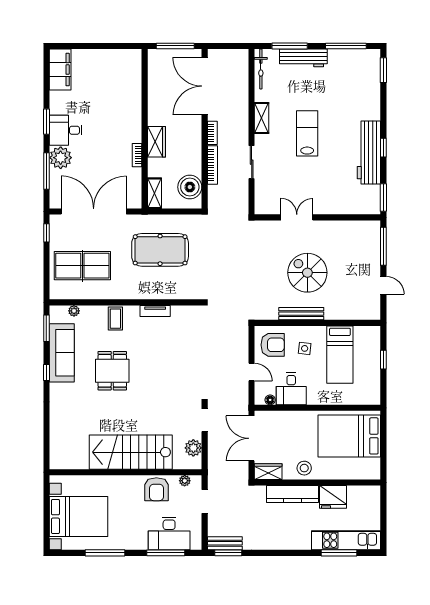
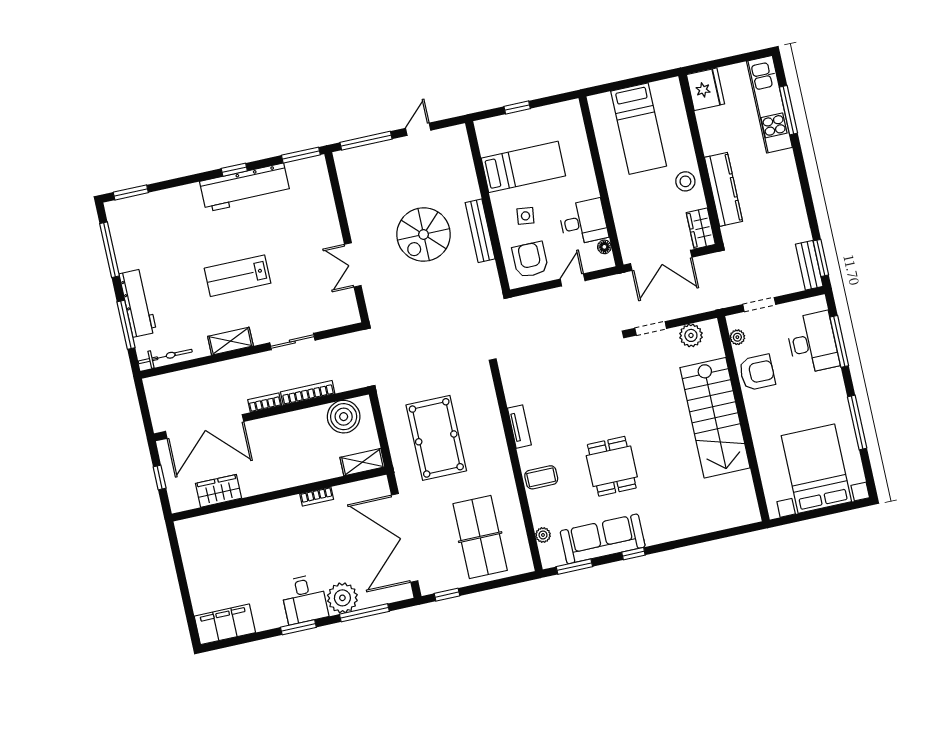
window: (175, 46) -> (160, 478), width x0.46
wardrobe: (156, 142) -> (219, 491), moved
dining table: (112, 371) -> (612, 466), turned 90
bed: (349, 436) -> (639, 129), width x0.67
fridge: (333, 497) -> (705, 89), moved

